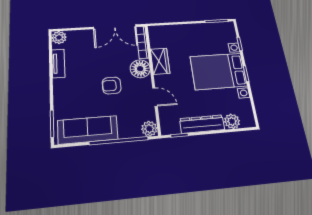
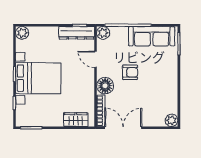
wardrobe: (160, 61) -> (76, 120), moved, turned 90
tv unit: (58, 63) -> (173, 96), removed
plant: (232, 121) -> (22, 33), moved
dresser: (202, 124) -> (77, 33), moved

